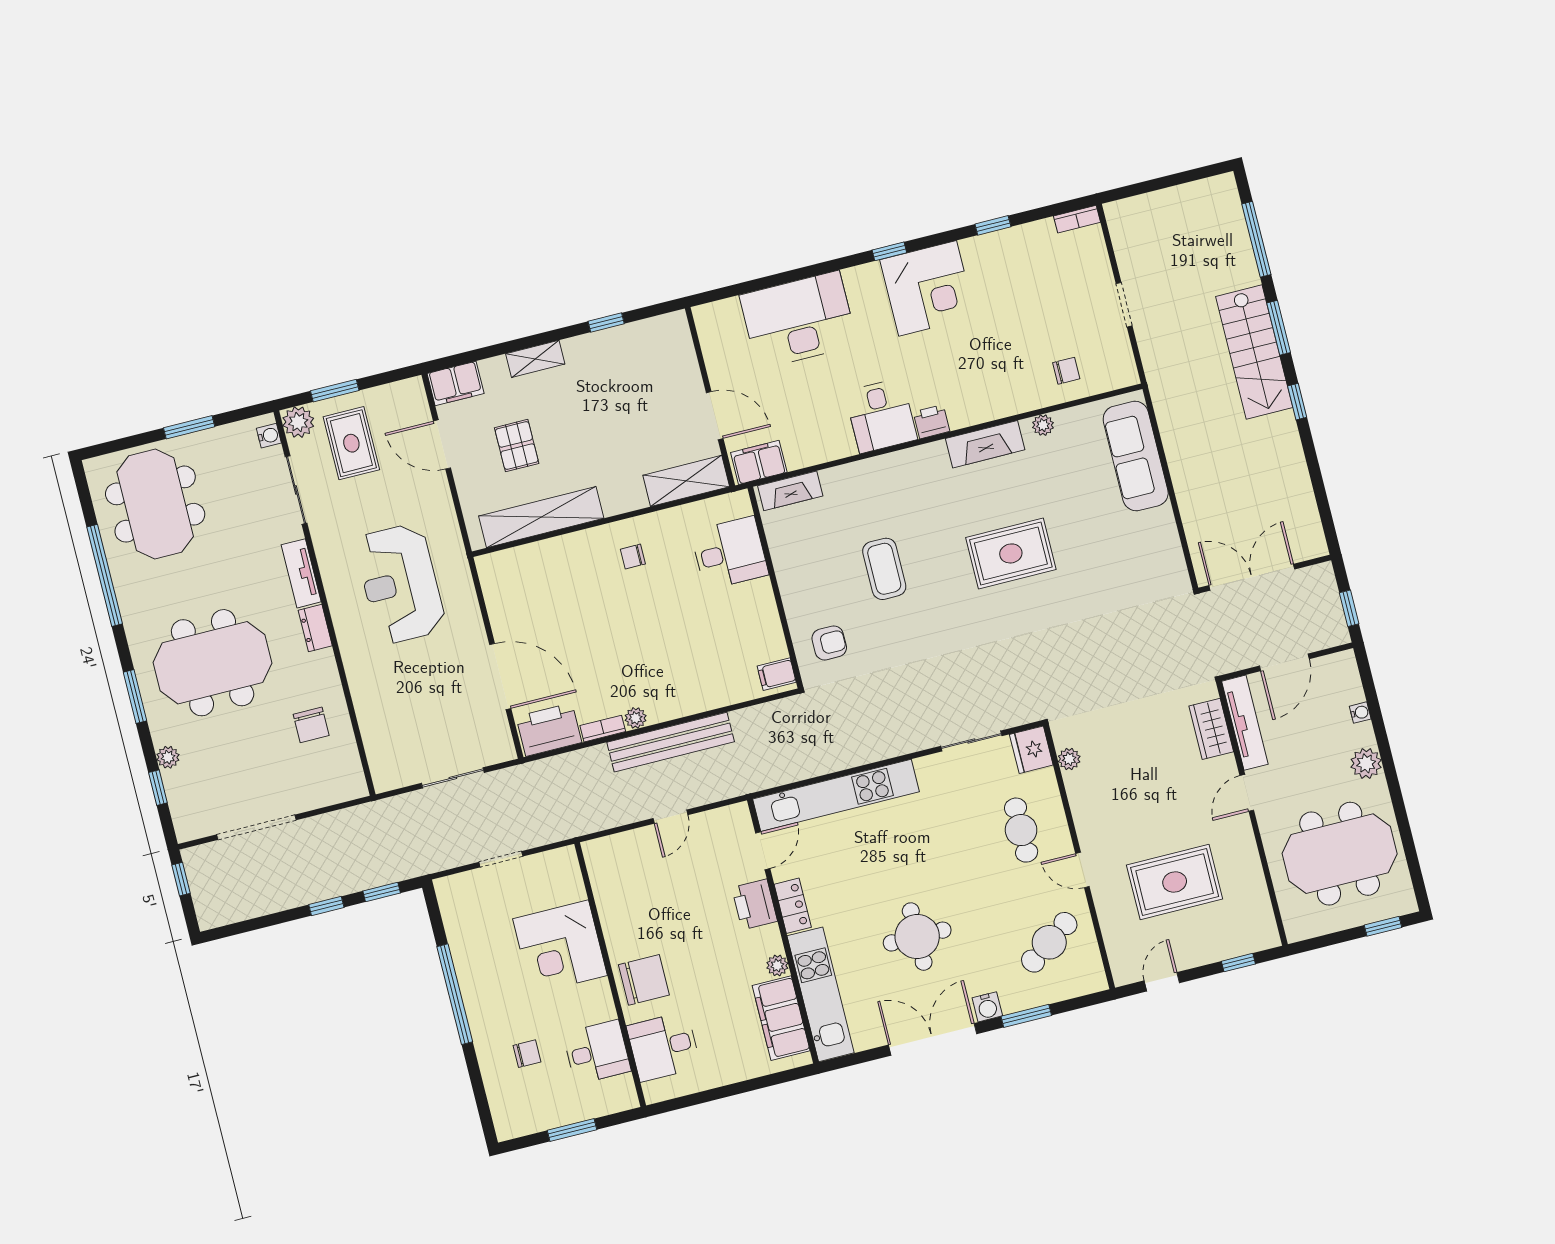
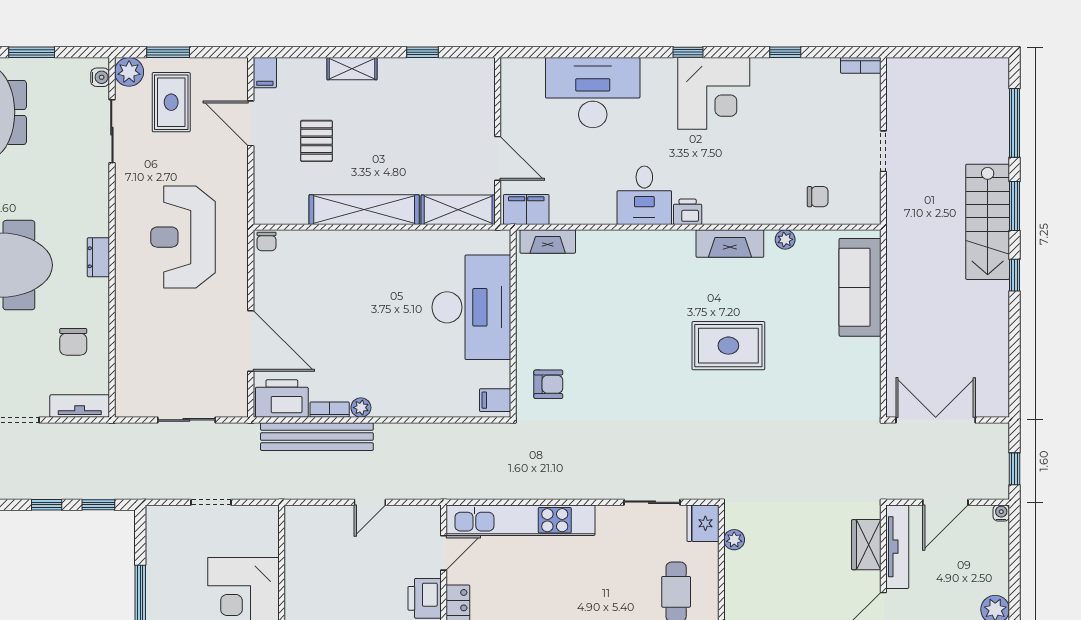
filing cabinet: (456, 383) -> (265, 73), width x0.50
shelving: (541, 517) -> (364, 210), moved
desk: (730, 553) -> (471, 307), width x1.87, depth x1.30
chair: (633, 557) -> (267, 241), moved, turned -90
coffee table: (884, 569) -> (613, 331), removed
tv unit: (301, 573) -> (80, 406), moved, turned 90
water cooler: (1360, 713) -> (1001, 513), moved, turned -90
bench: (671, 742) -> (317, 437), moved

